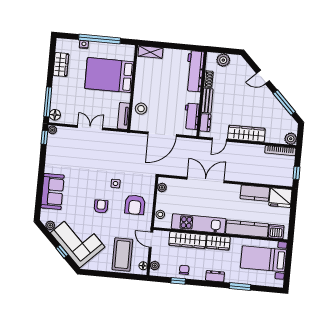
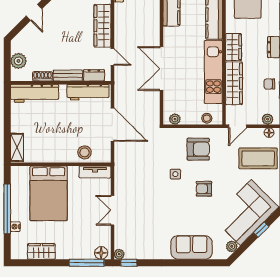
workbench: (191, 116) -> (88, 92), width x1.38

